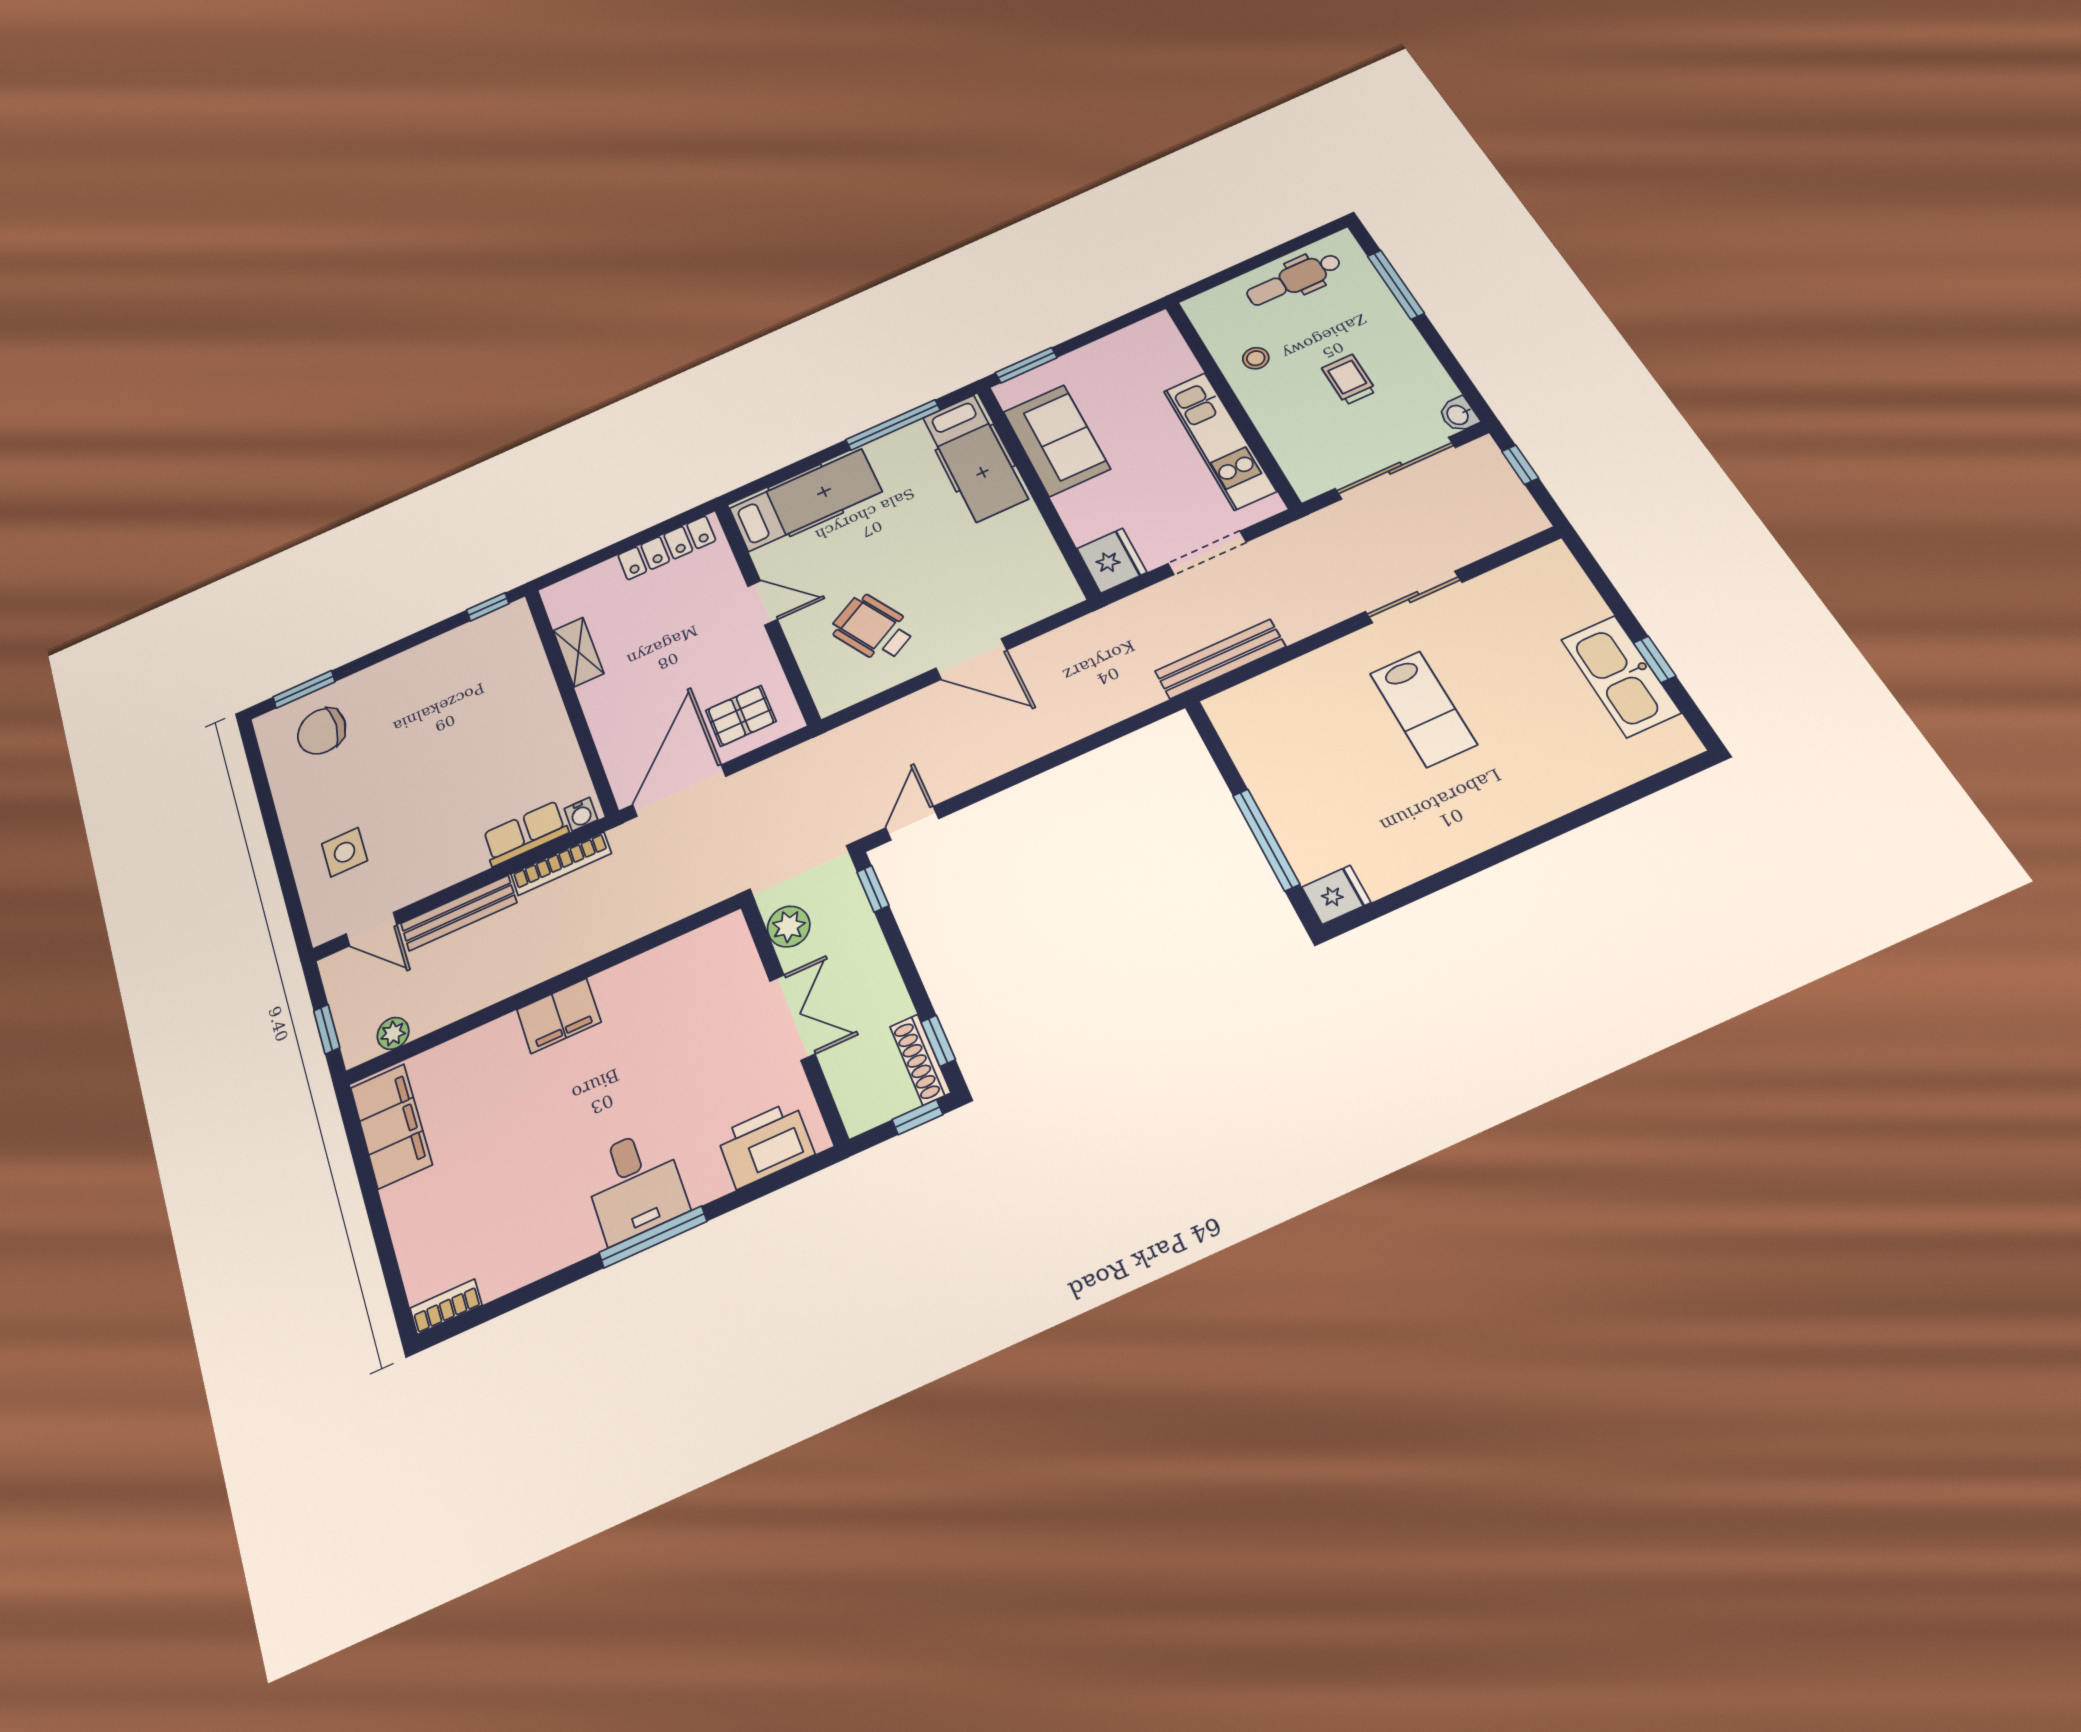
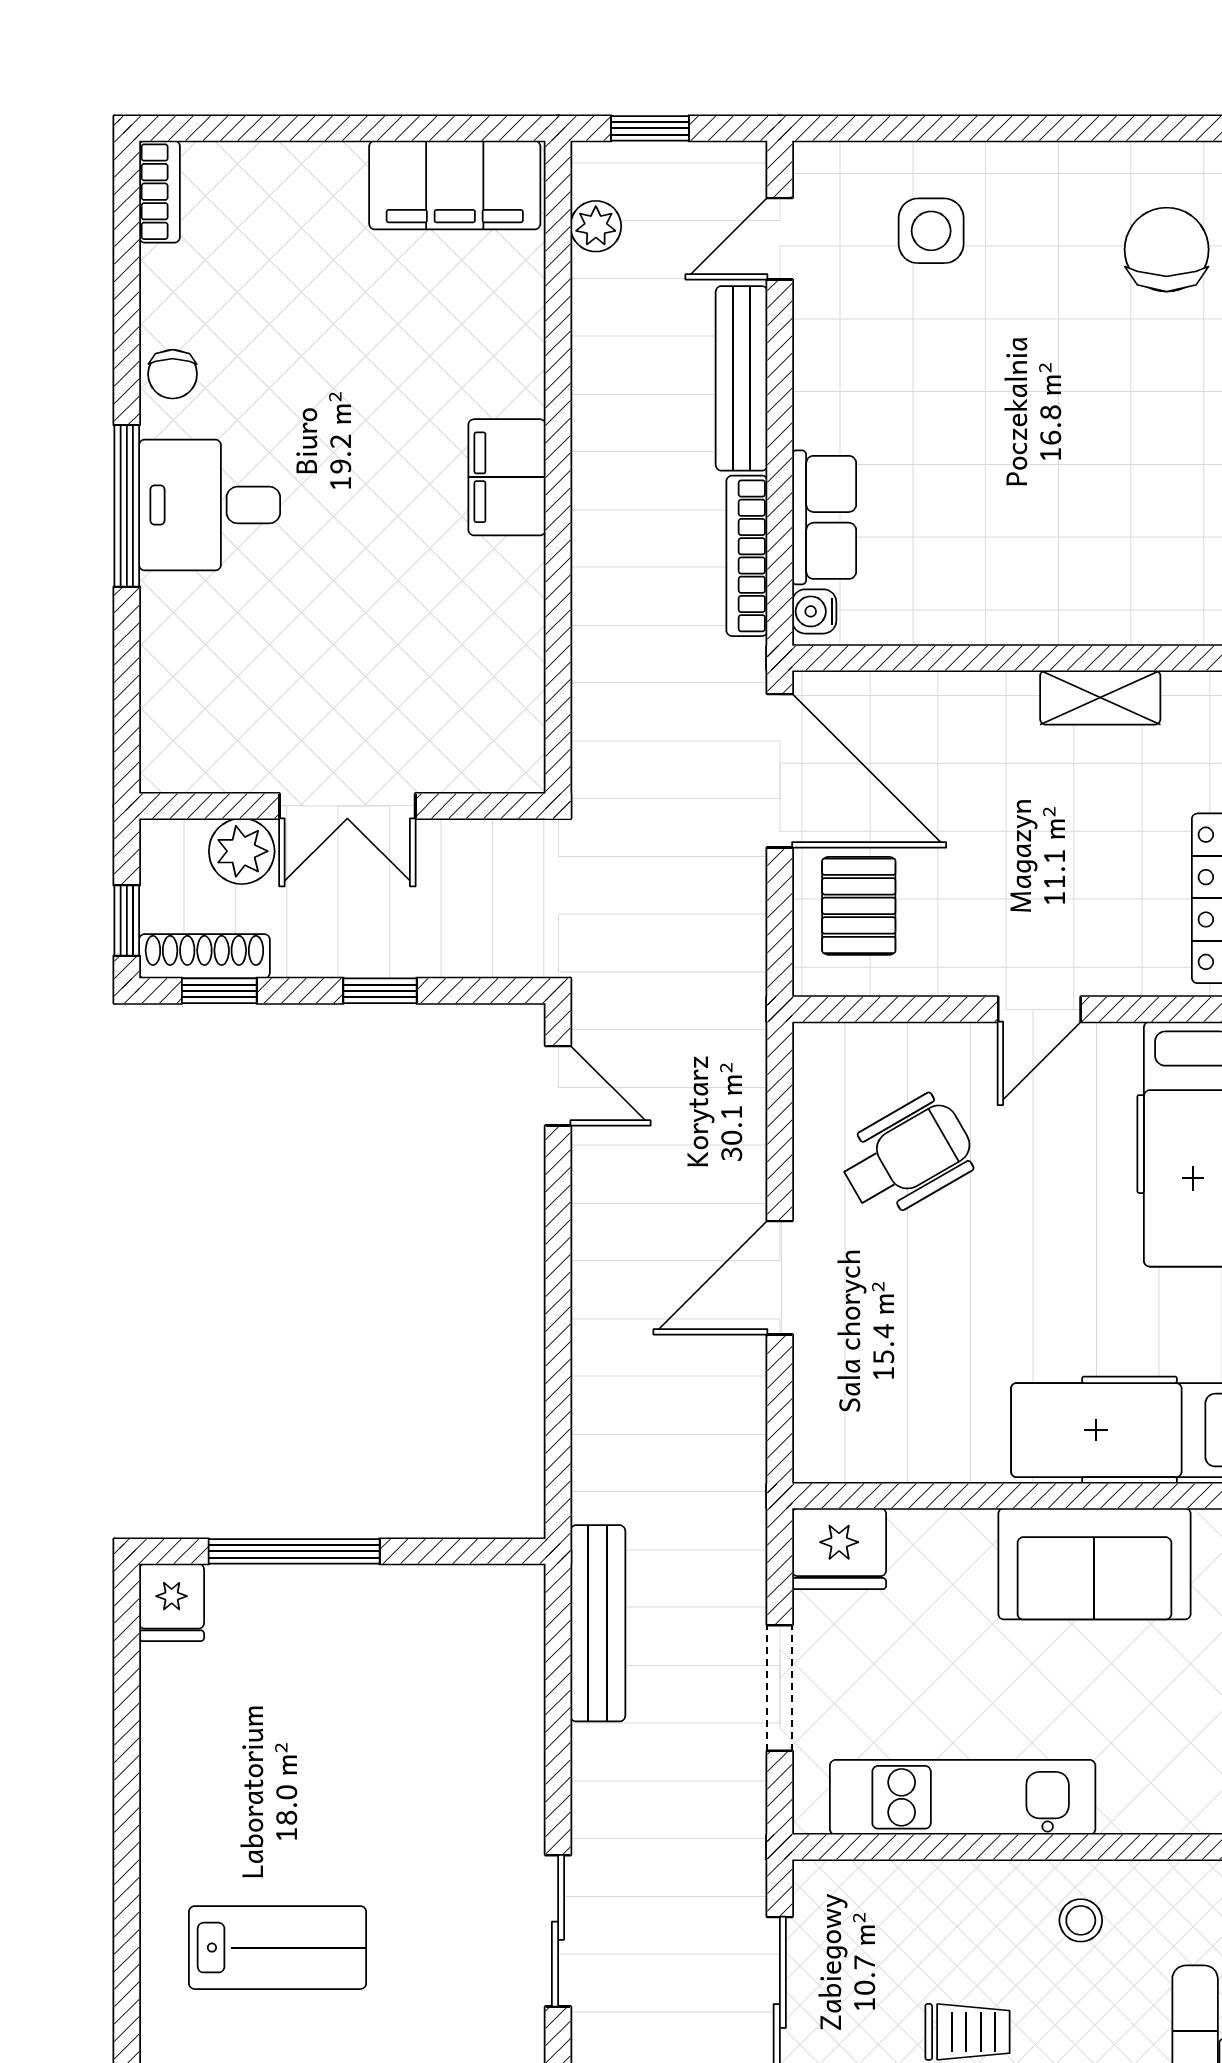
lab bench: (1423, 709) -> (278, 1948), moved, turned 180
window: (873, 889) -> (380, 991), moved
plant: (789, 927) -> (242, 851), moved
printer: (765, 1144) -> (184, 703), removed
chair: (560, 1246) -> (173, 374), added

